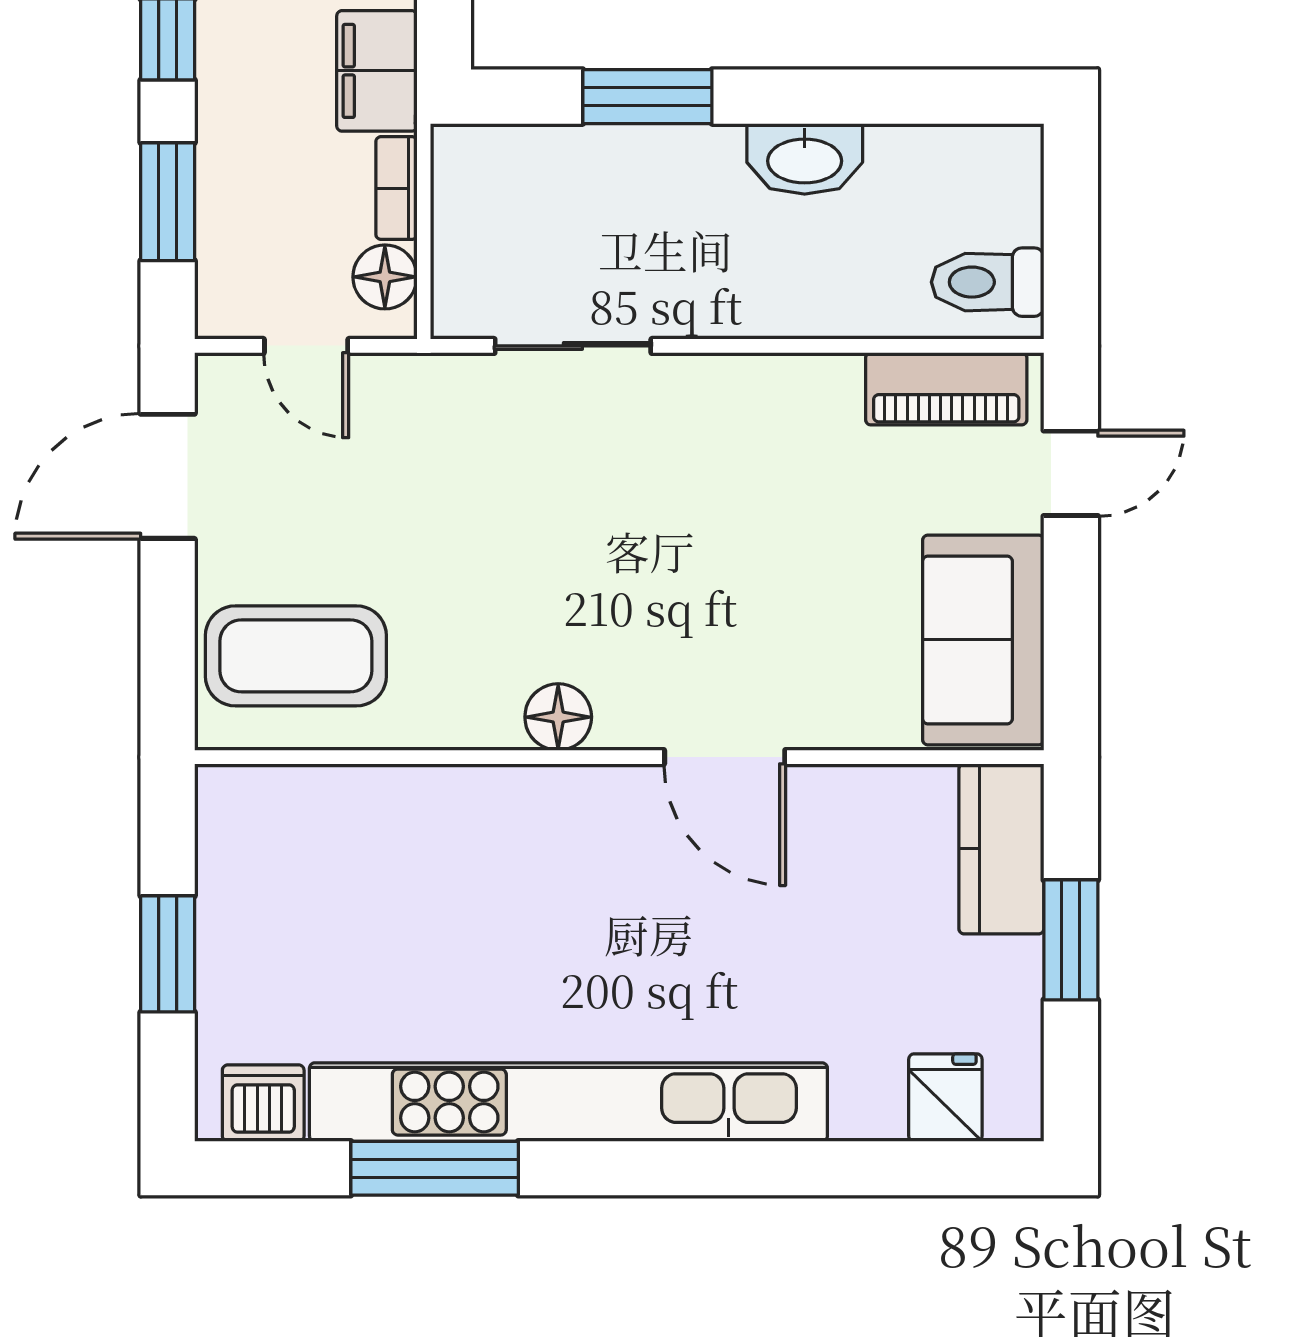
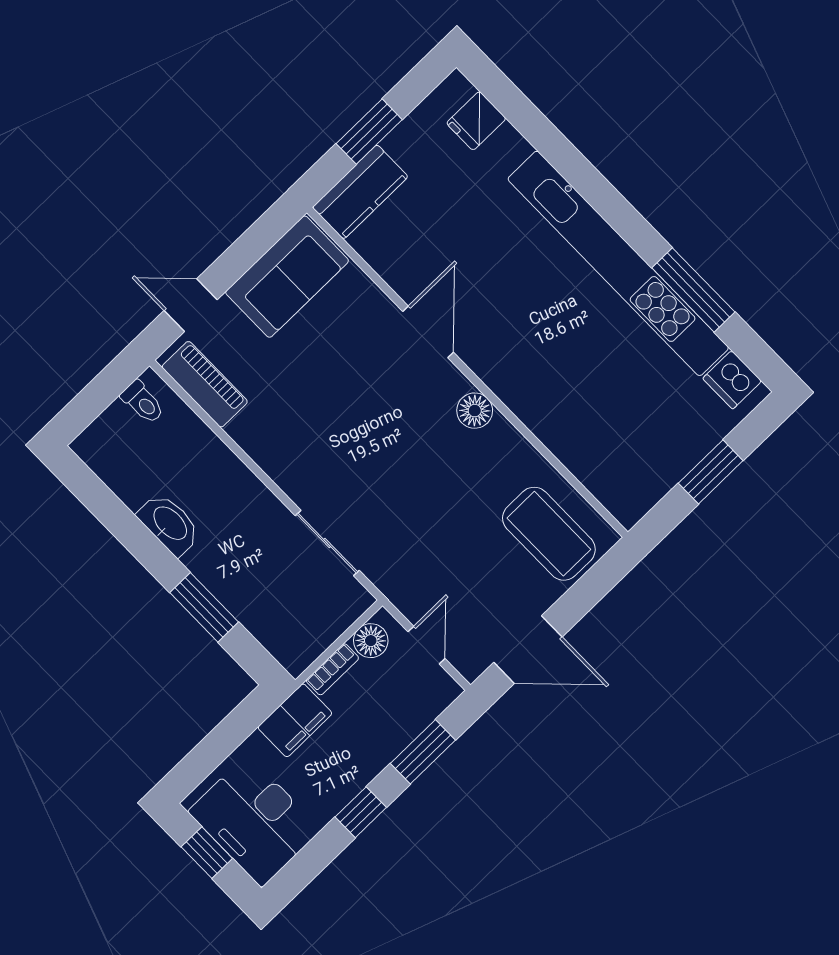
toilet: (988, 282) -> (143, 402), width x0.73, depth x0.72

